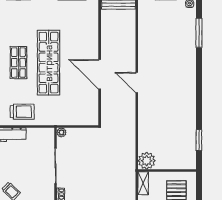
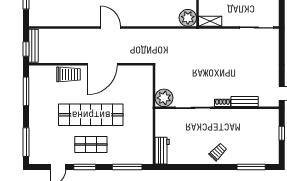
door: (137, 83) -> (111, 28), swing flipped
trolley: (22, 112) -> (68, 74), moved, turned 90
plant: (61, 132) -> (164, 98), width x1.88, depth x1.88

